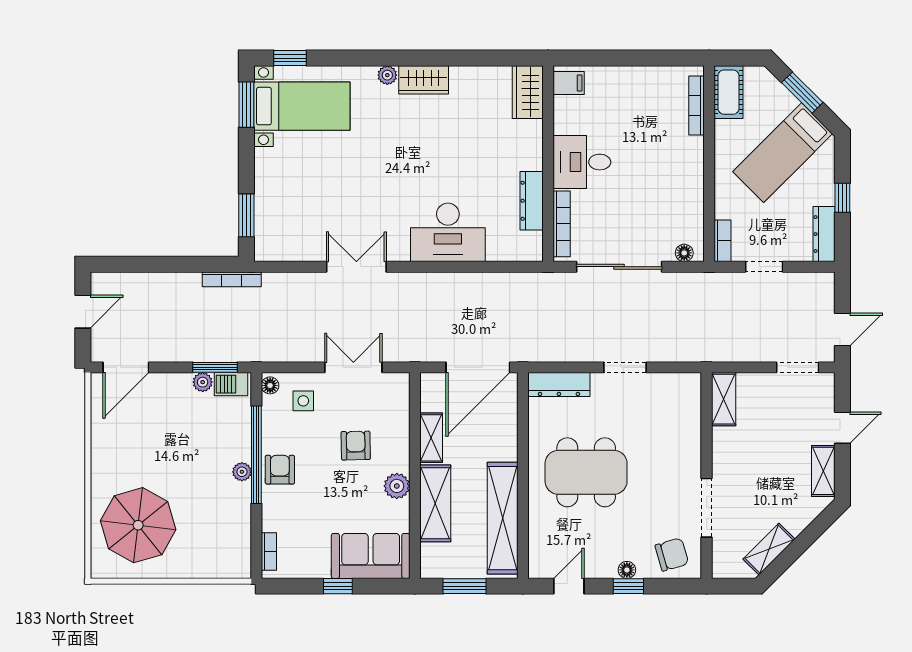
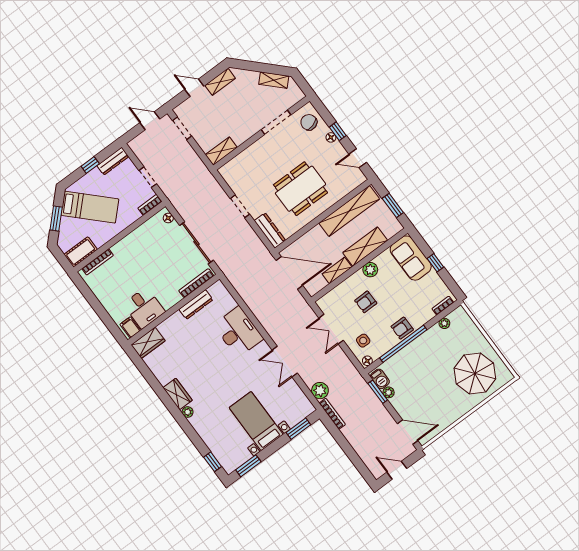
bed with nightstands: (302, 106) -> (256, 421), moved
desk: (582, 162) -> (144, 308), moved
plant: (278, 286) -> (320, 391), added
plant: (242, 472) -> (444, 323), moved
dining table: (586, 472) -> (300, 189), turned 90

